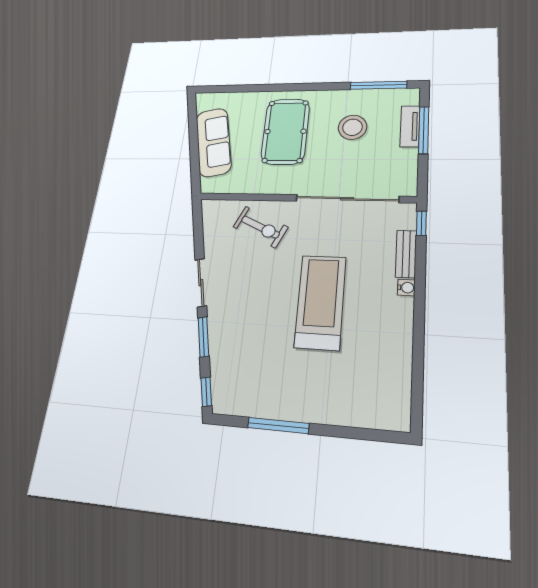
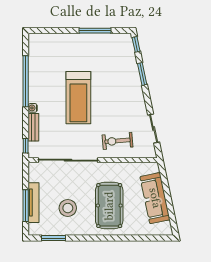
window: (378, 85) -> (54, 238), width x0.69
tv unit: (410, 126) -> (34, 203), width x1.41
exercise bike: (260, 227) -> (118, 141), turned -30
sliding door: (201, 283) -> (154, 128), moved
window: (419, 337) -> (26, 81), added

